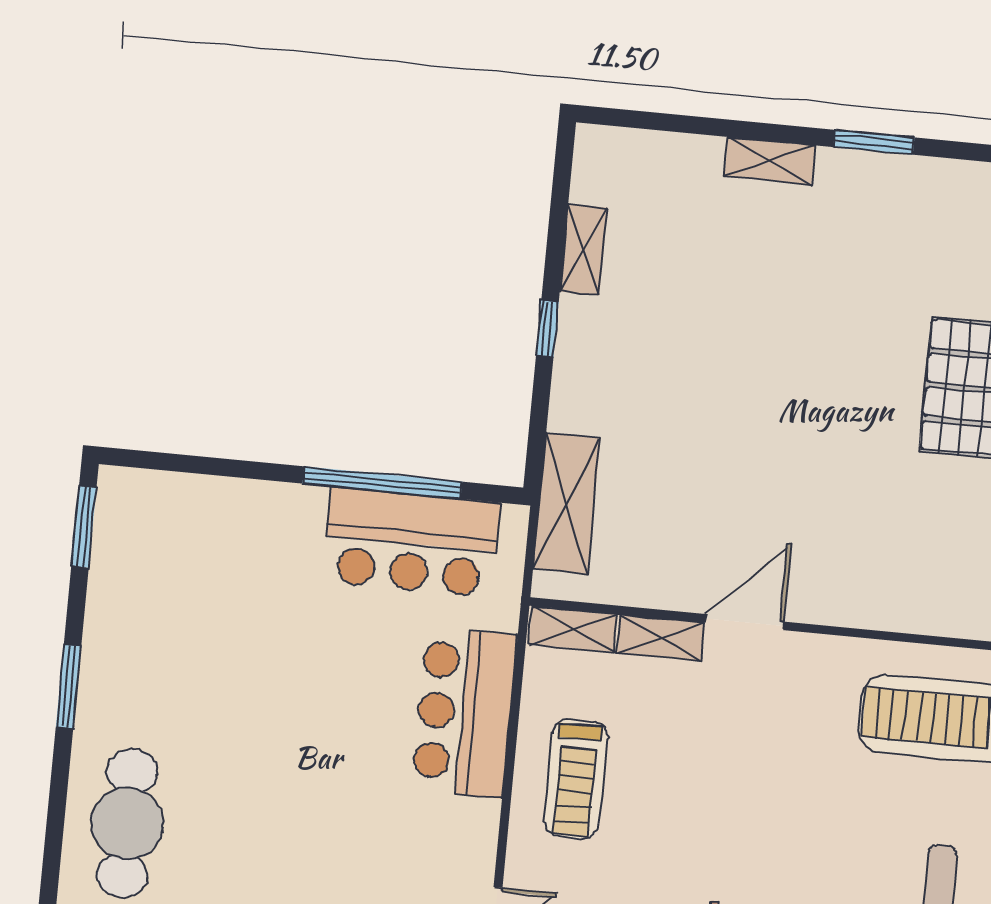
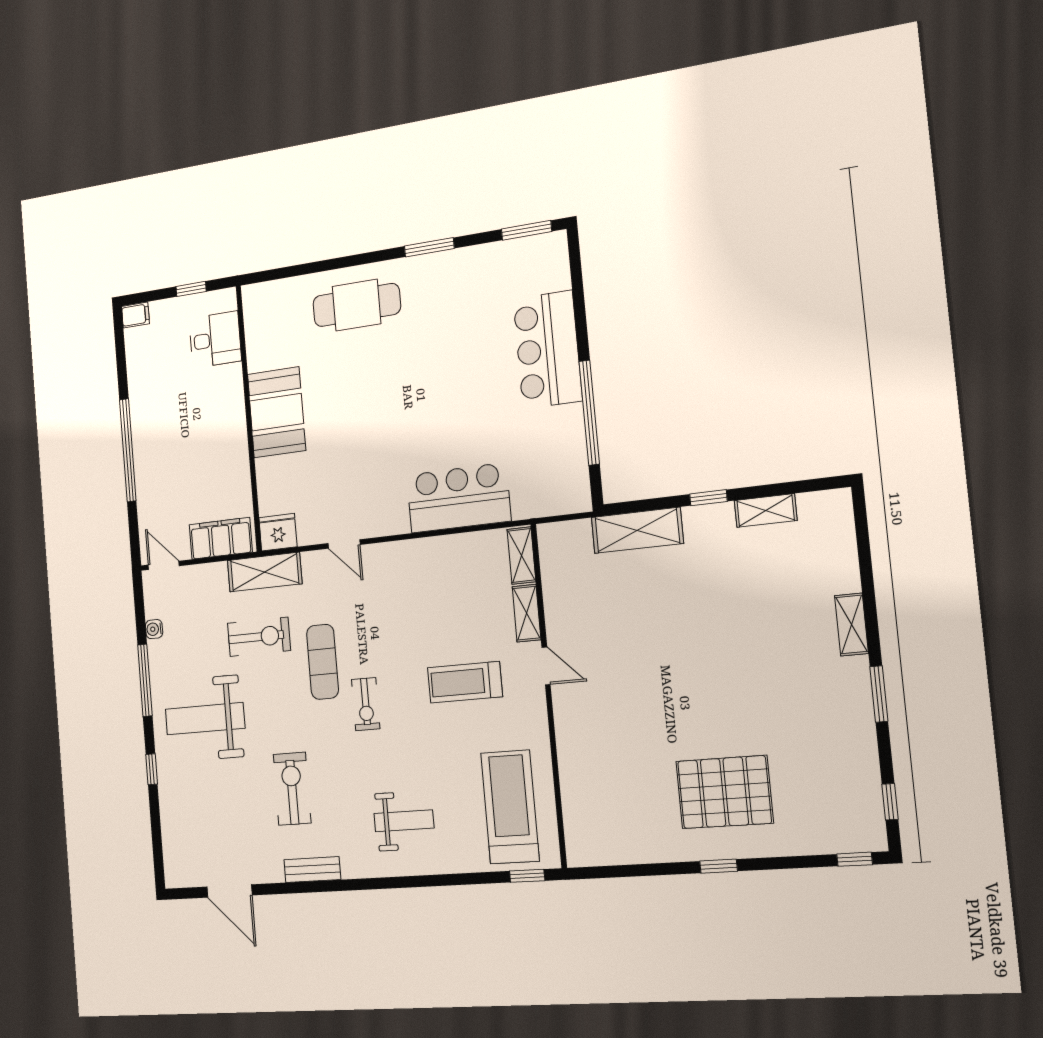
shelving: (567, 503) -> (637, 530), moved
bar counter: (411, 542) -> (548, 350), moved
door: (745, 622) -> (546, 666), width x0.73
treadmill: (576, 779) -> (465, 682), moved

